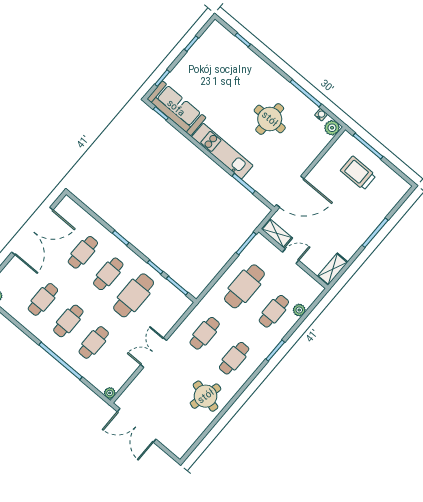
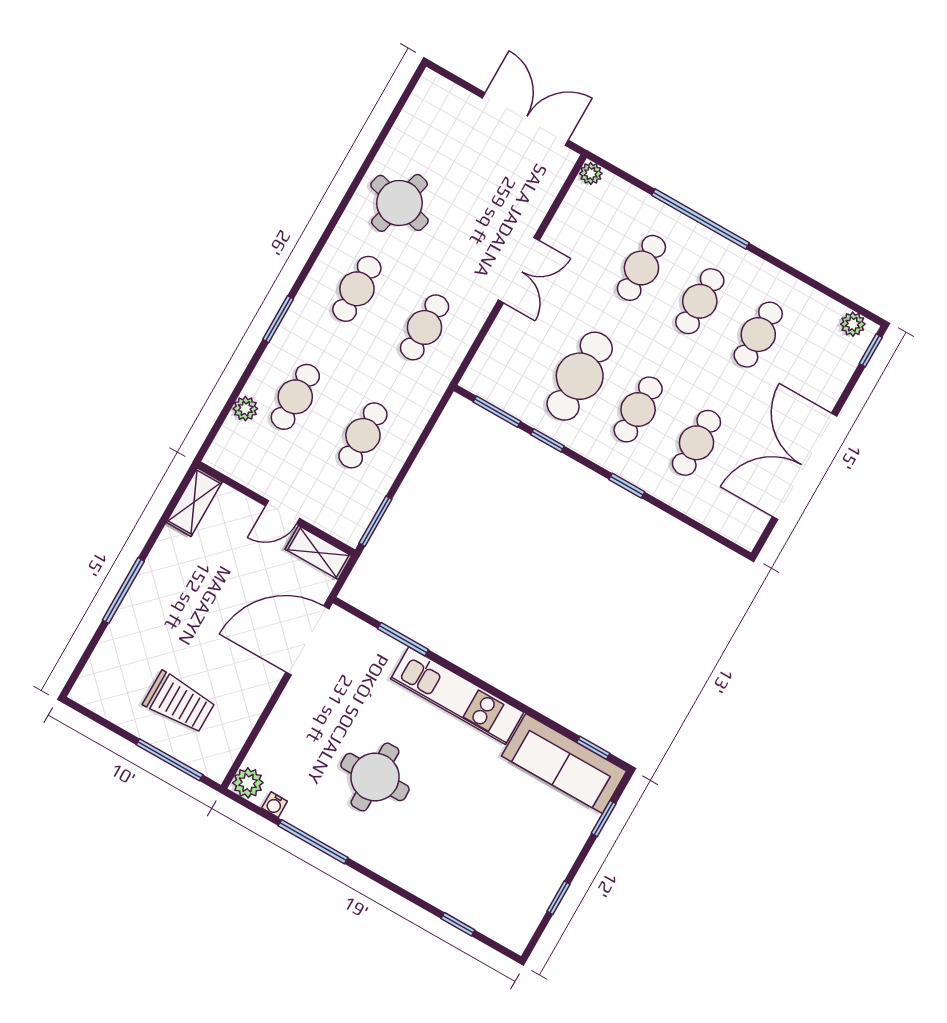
cafe table: (244, 286) -> (363, 435), width x0.73, depth x0.74

